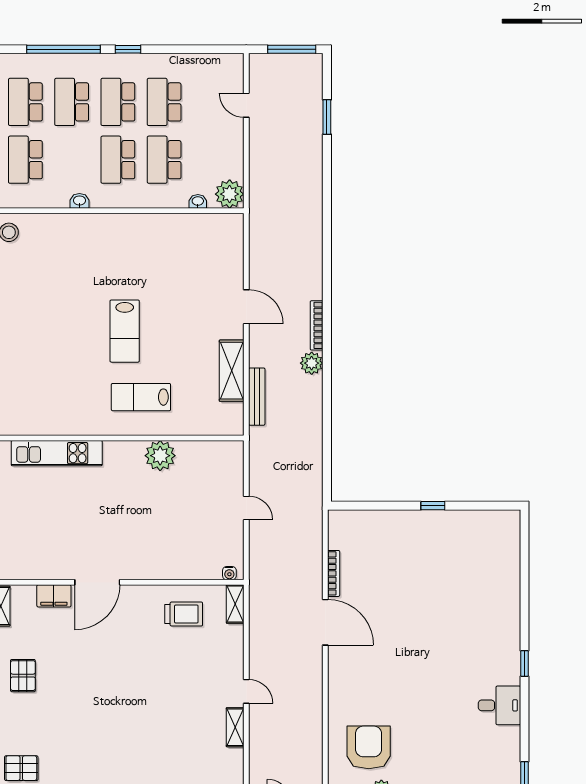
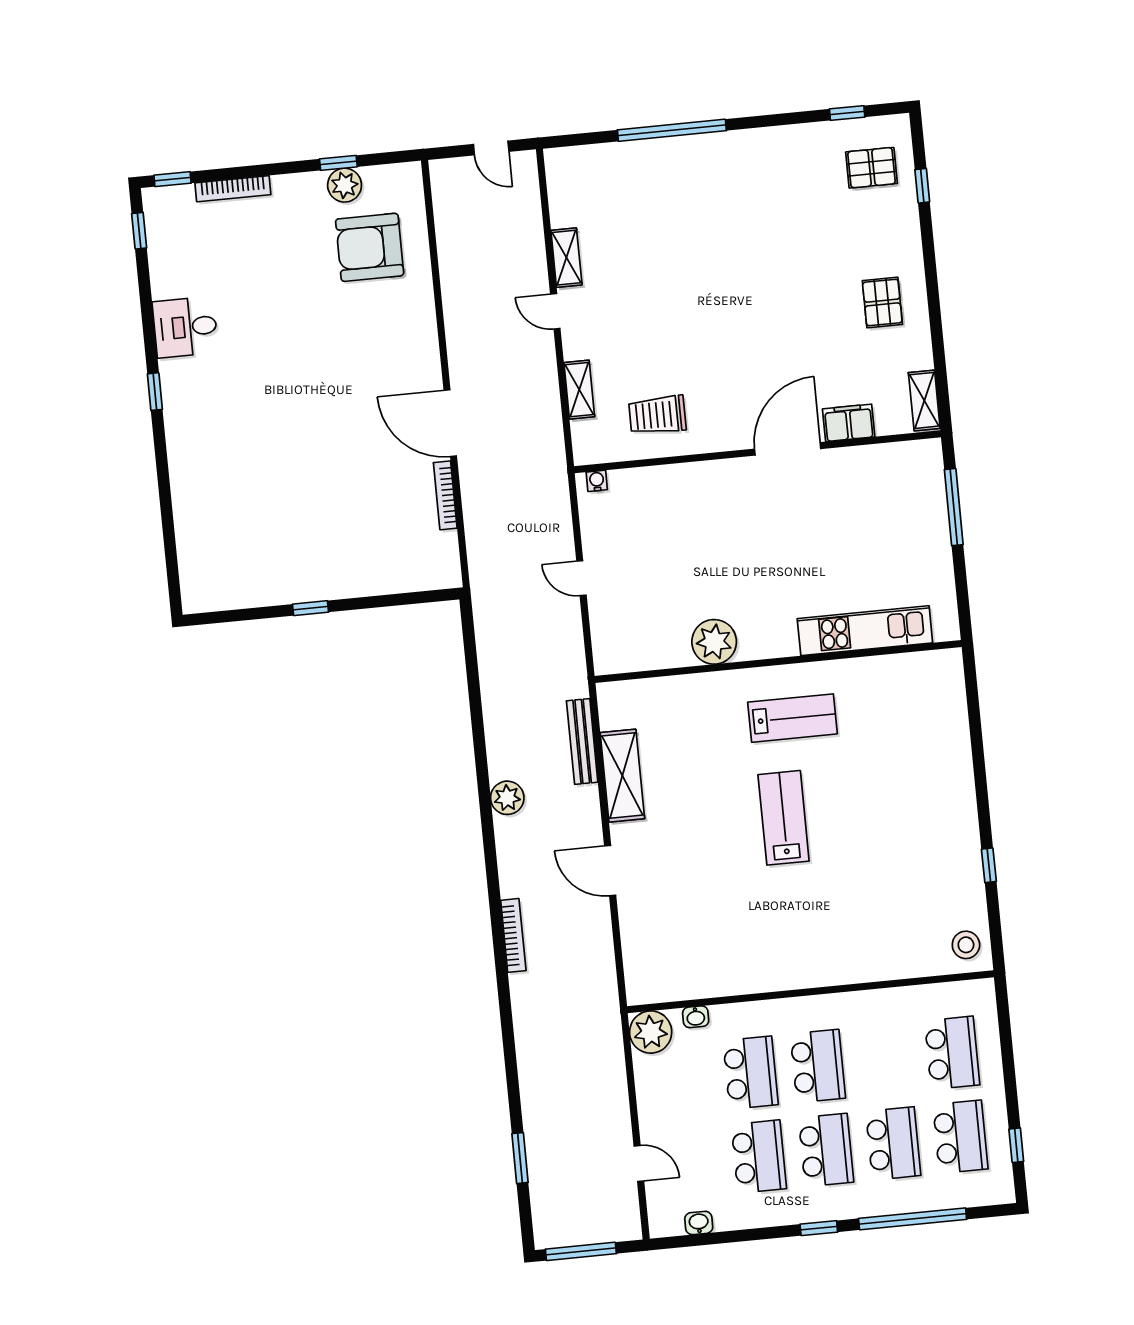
washbasin: (79, 201) -> (699, 1223), moved, turned 180
bookcase: (317, 325) -> (513, 935), moved
lab bench: (141, 397) -> (792, 718), moved
shelving: (235, 604) -> (579, 390), moved
armchair: (369, 747) -> (370, 247), turned 90

